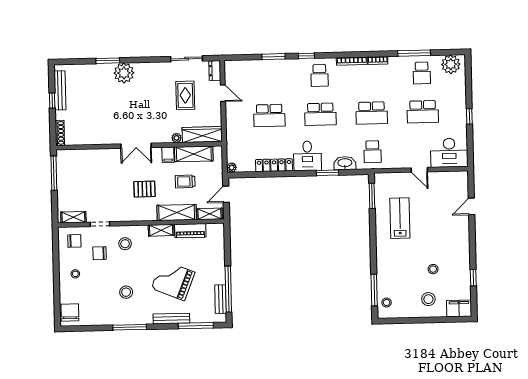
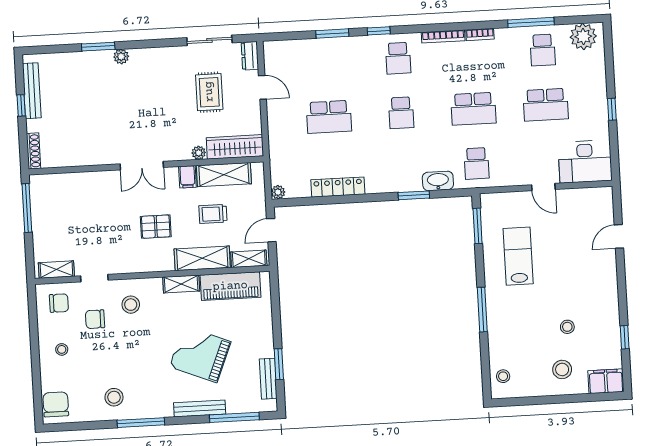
plant: (124, 73) -> (121, 57), width x0.53, depth x0.53
school desk: (320, 114) -> (401, 113), width x0.54
desk: (307, 156) -> (385, 172), removed
piano: (190, 231) -> (230, 286), width x1.37, depth x1.33
window: (228, 289) -> (279, 364), width x0.47
window: (374, 290) -> (482, 310), moved
stool: (126, 292) -> (114, 397), moved

